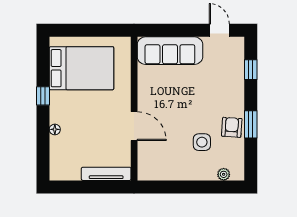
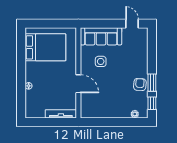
window: (251, 70) -> (152, 103), moved
window: (43, 96) -> (21, 65), removed
side table: (202, 142) -> (101, 61), moved

